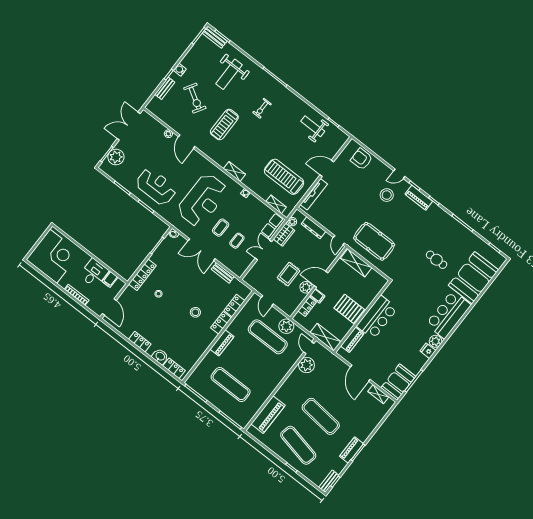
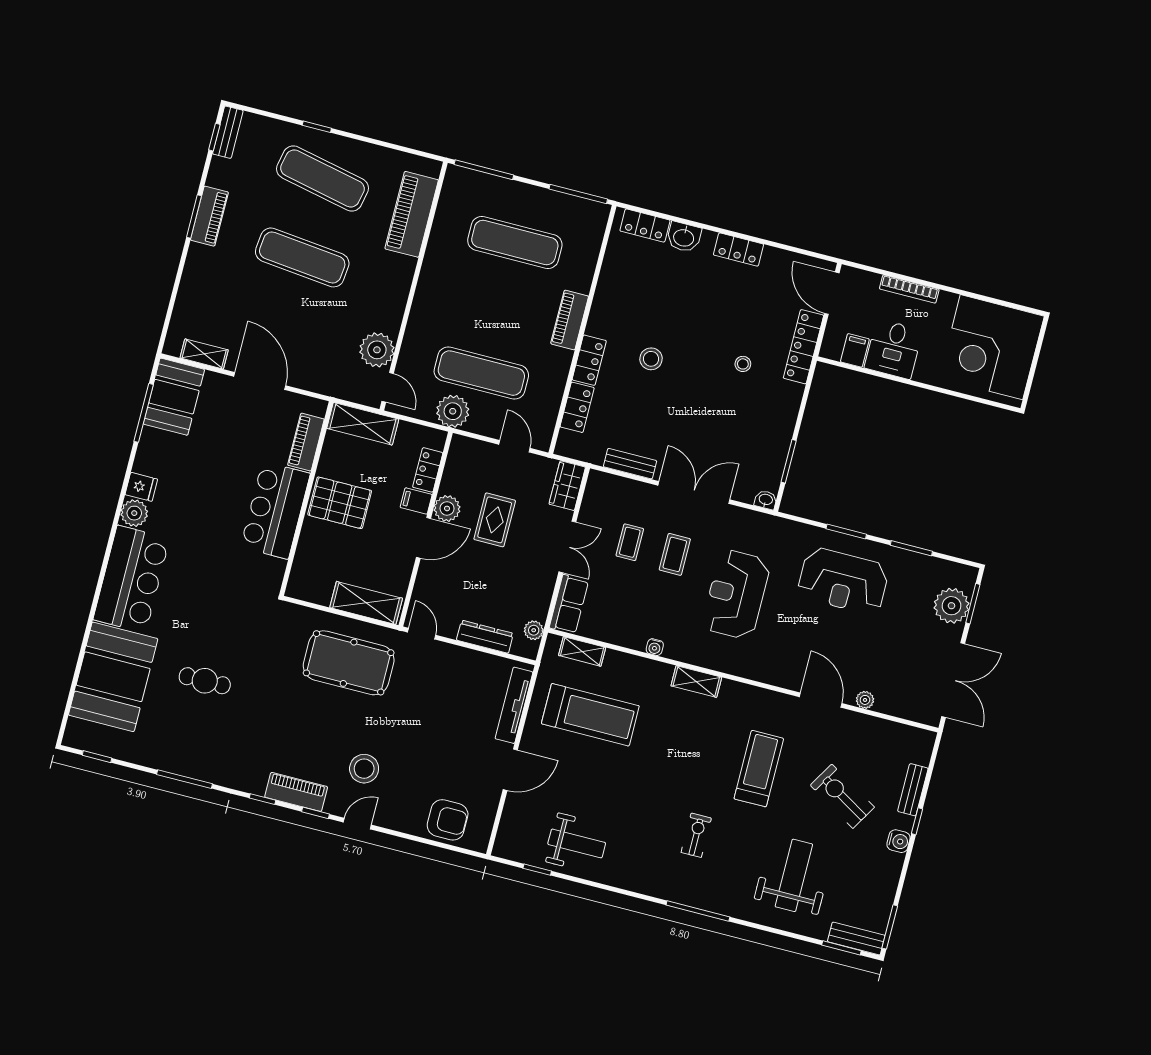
reception desk: (202, 200) -> (736, 594), width x0.74, depth x0.77
wardrobe: (284, 235) -> (567, 486), moved
locker: (142, 275) -> (803, 347), moved

